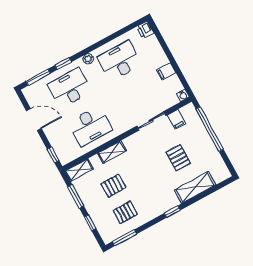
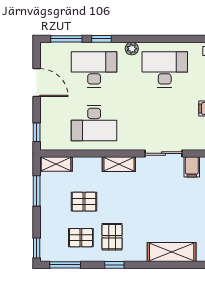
shelving: (112, 152) -> (119, 164), moved
pallet: (178, 158) -> (112, 237), moved
window: (172, 212) -> (114, 265), moved
window: (90, 223) -> (37, 248), moved

